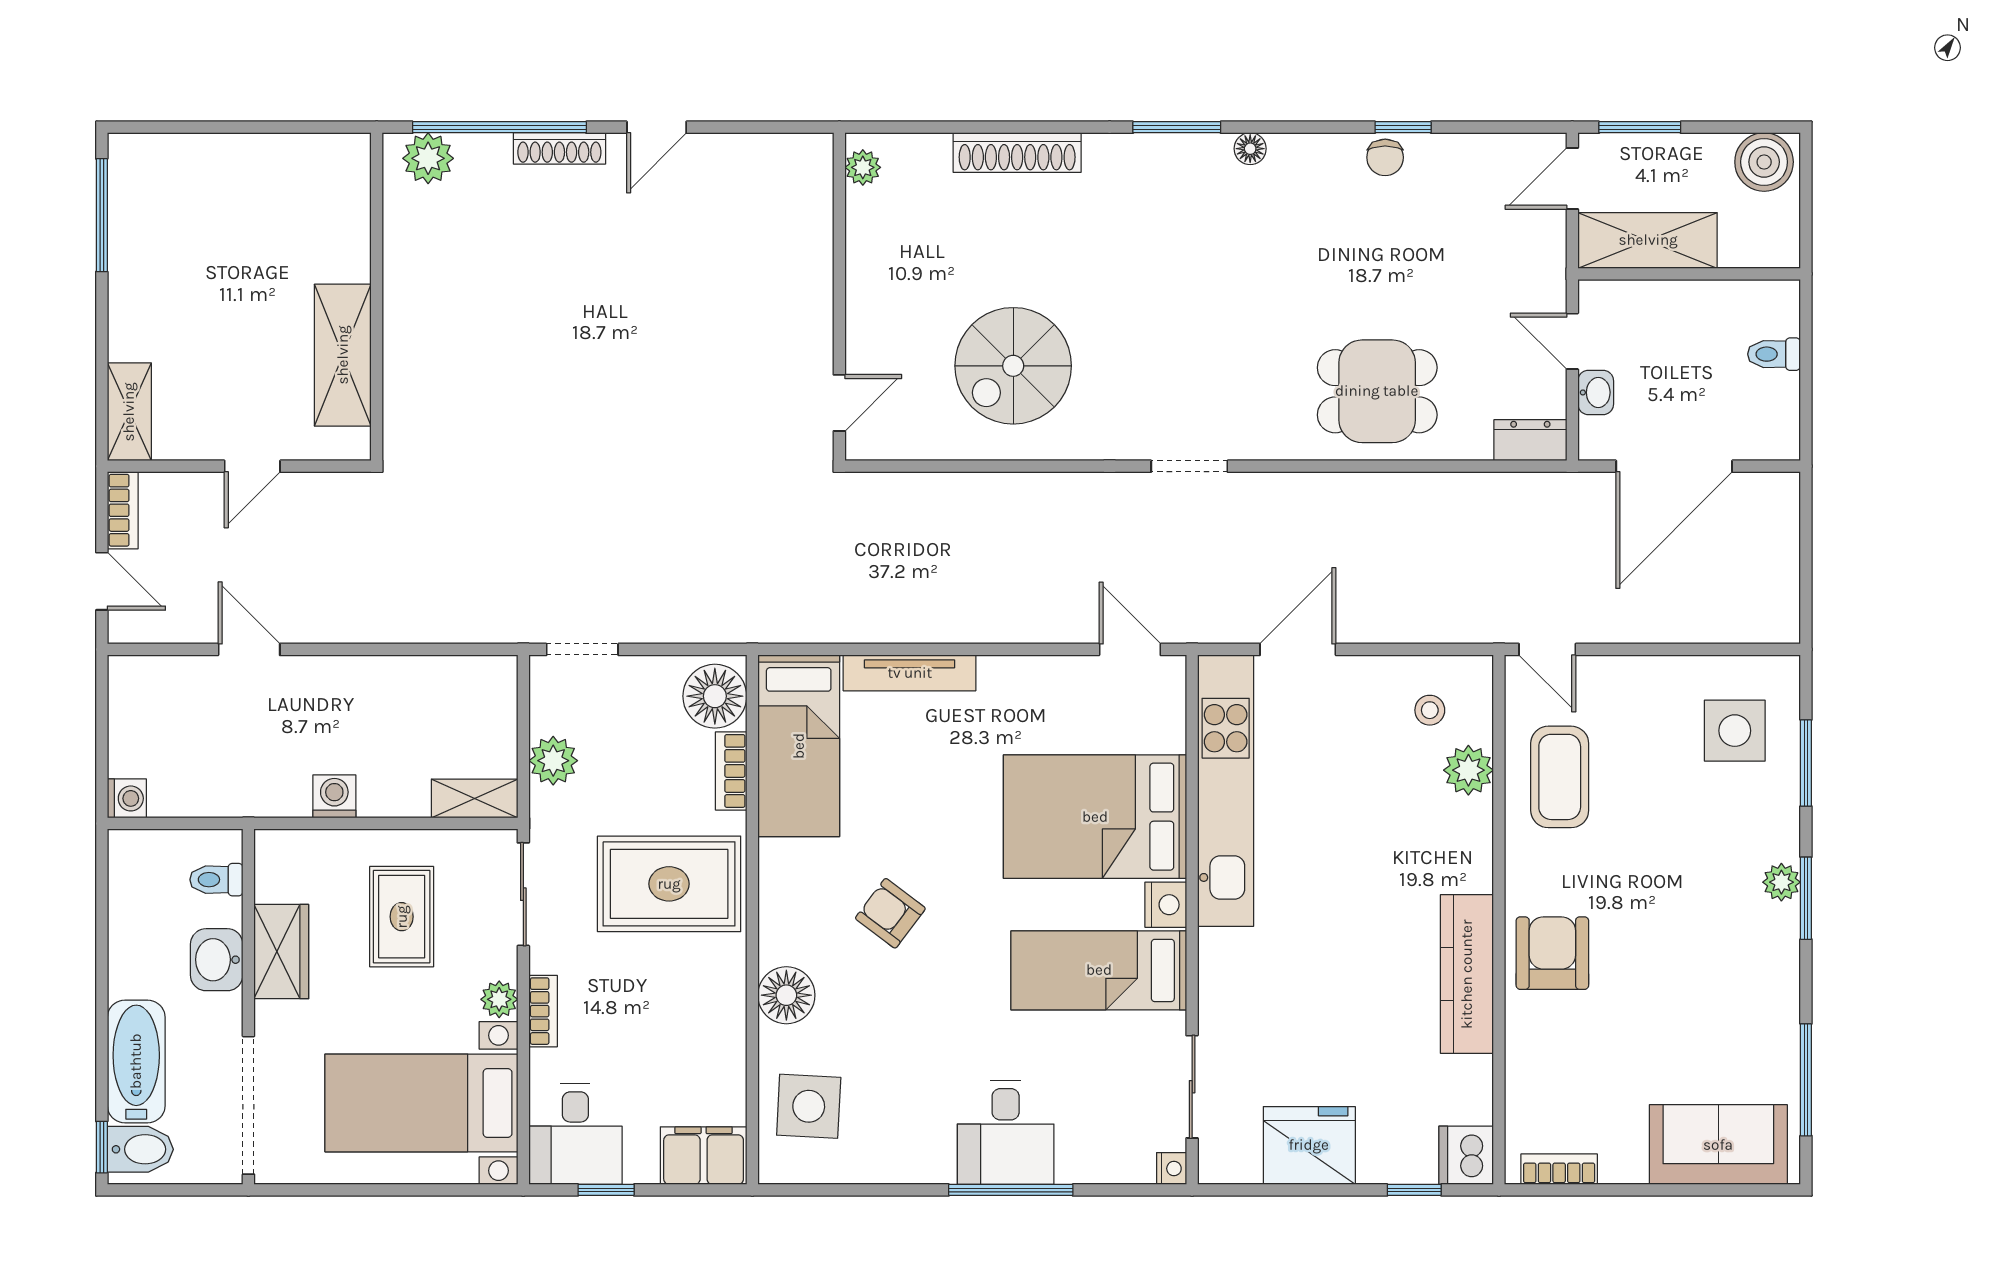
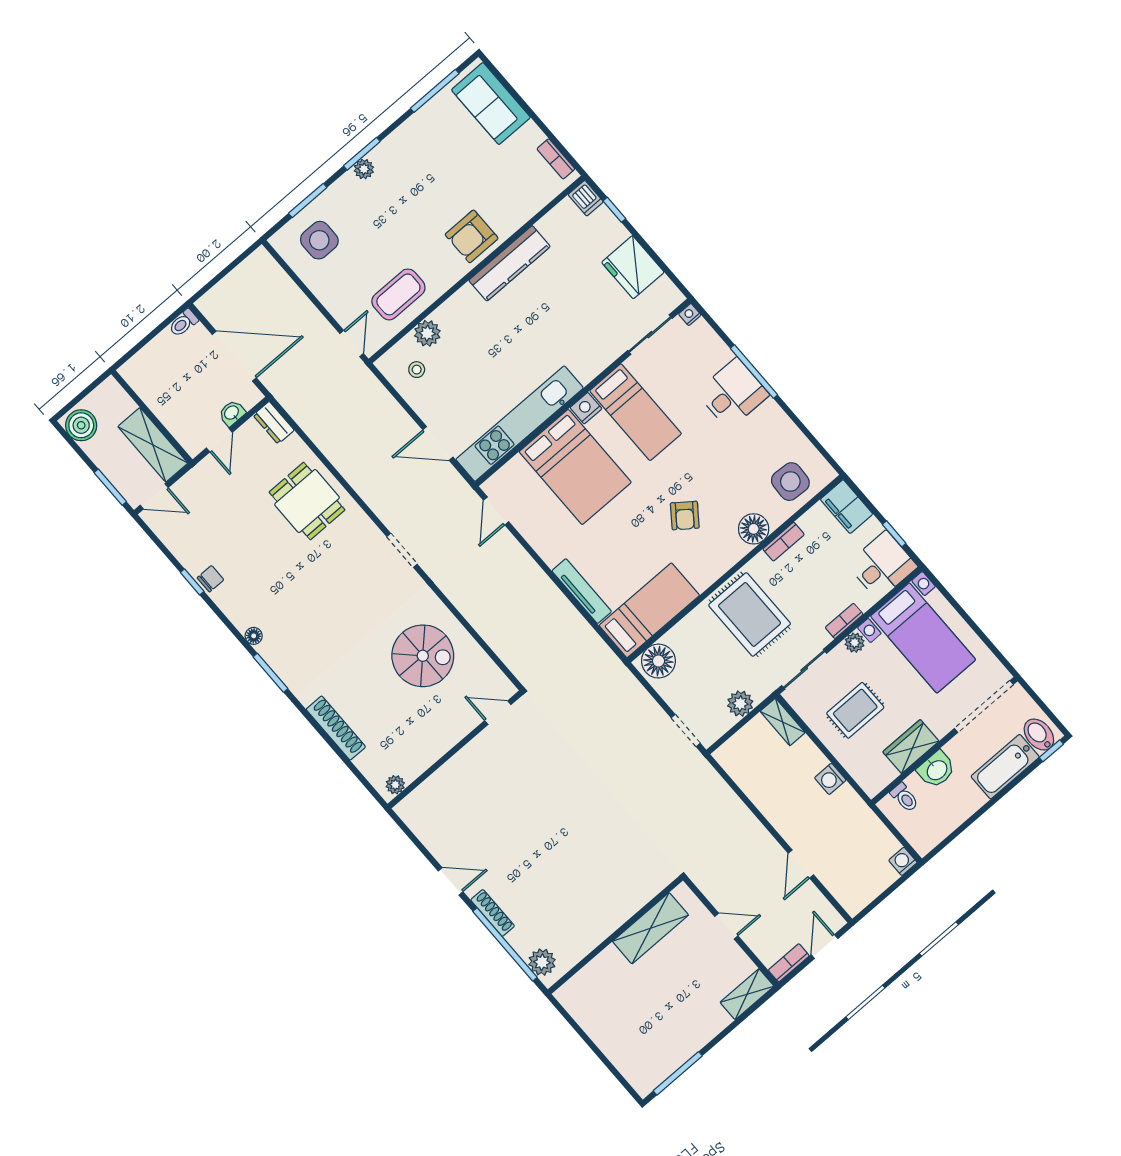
toilet: (1774, 354) -> (183, 323), moved, turned 90
bookcase: (731, 771) -> (784, 542), moved
dishwasher: (1466, 1155) -> (586, 198), width x0.73

